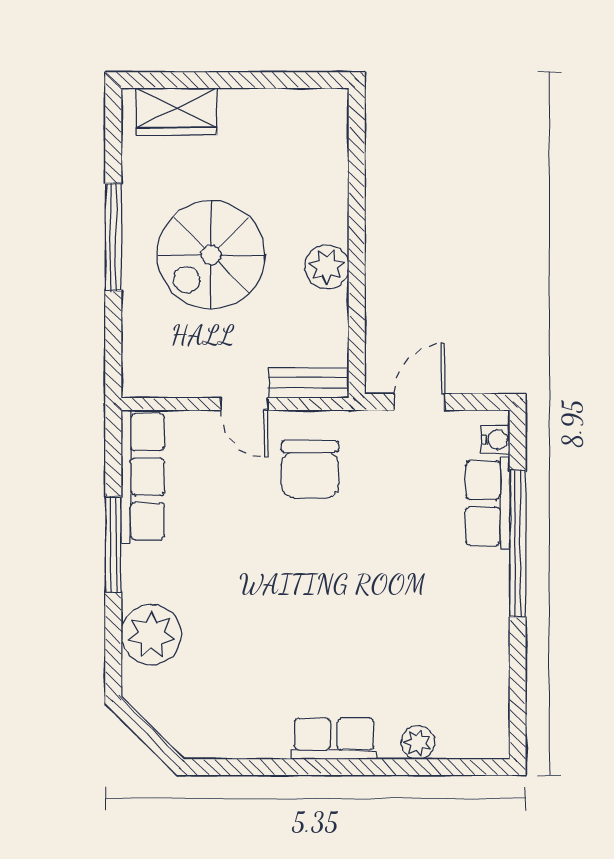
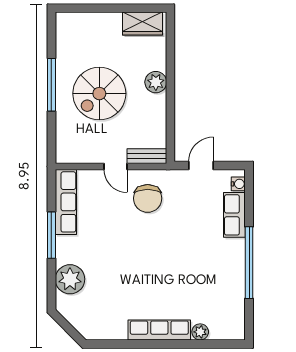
wardrobe: (177, 112) -> (143, 23), moved
plant: (327, 267) -> (156, 82), moved
window: (518, 544) -> (249, 263), moved
row of seats: (334, 739) -> (159, 330), width x1.48

